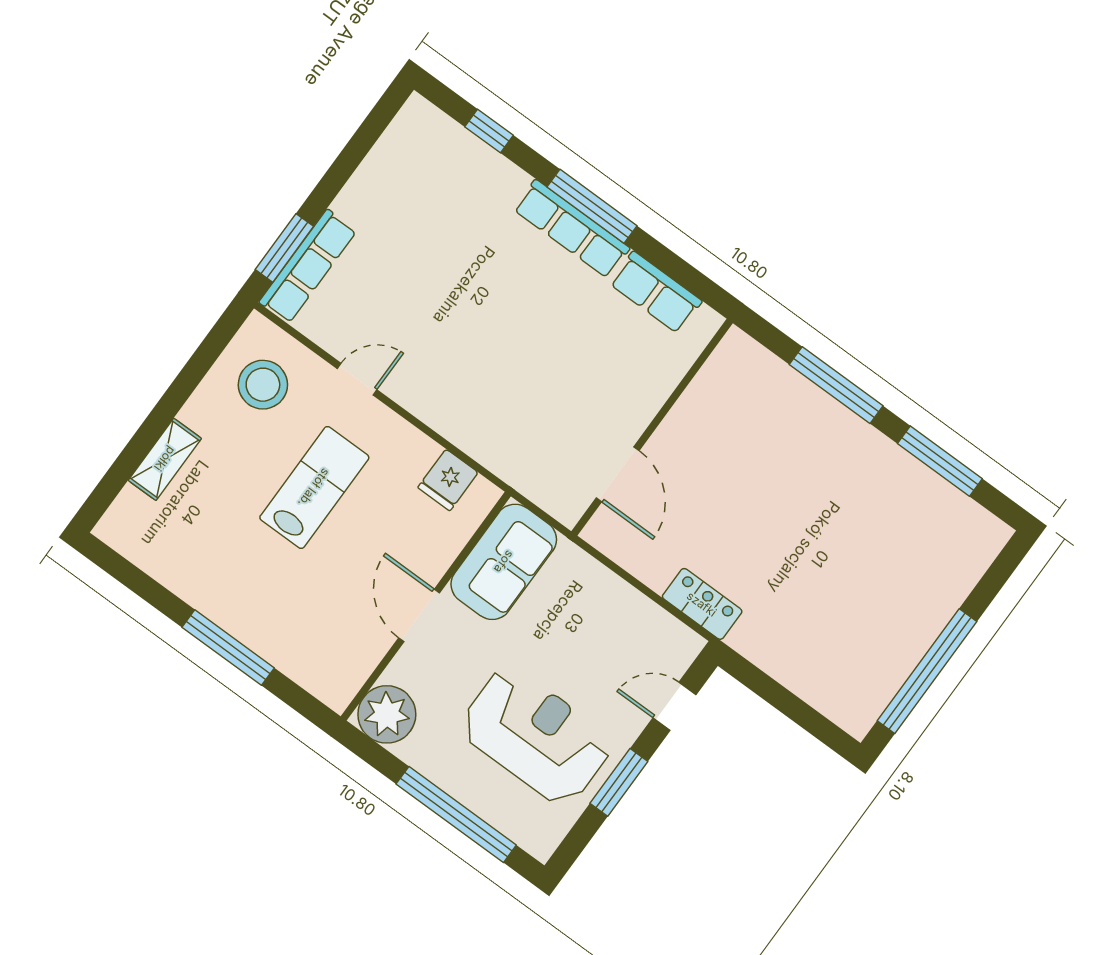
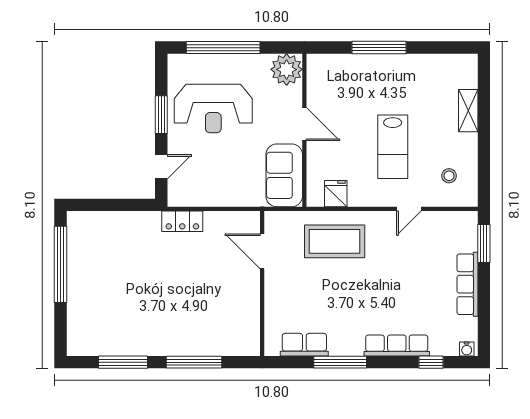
water cooler: (423, 112) -> (467, 349), added
window: (592, 206) -> (340, 362), moved
row of seats: (572, 229) -> (397, 346), moved
row of seats: (308, 266) -> (467, 284), moved
stool: (263, 385) -> (449, 176), width x0.53, depth x0.53
coffee table: (501, 411) -> (335, 241), added

